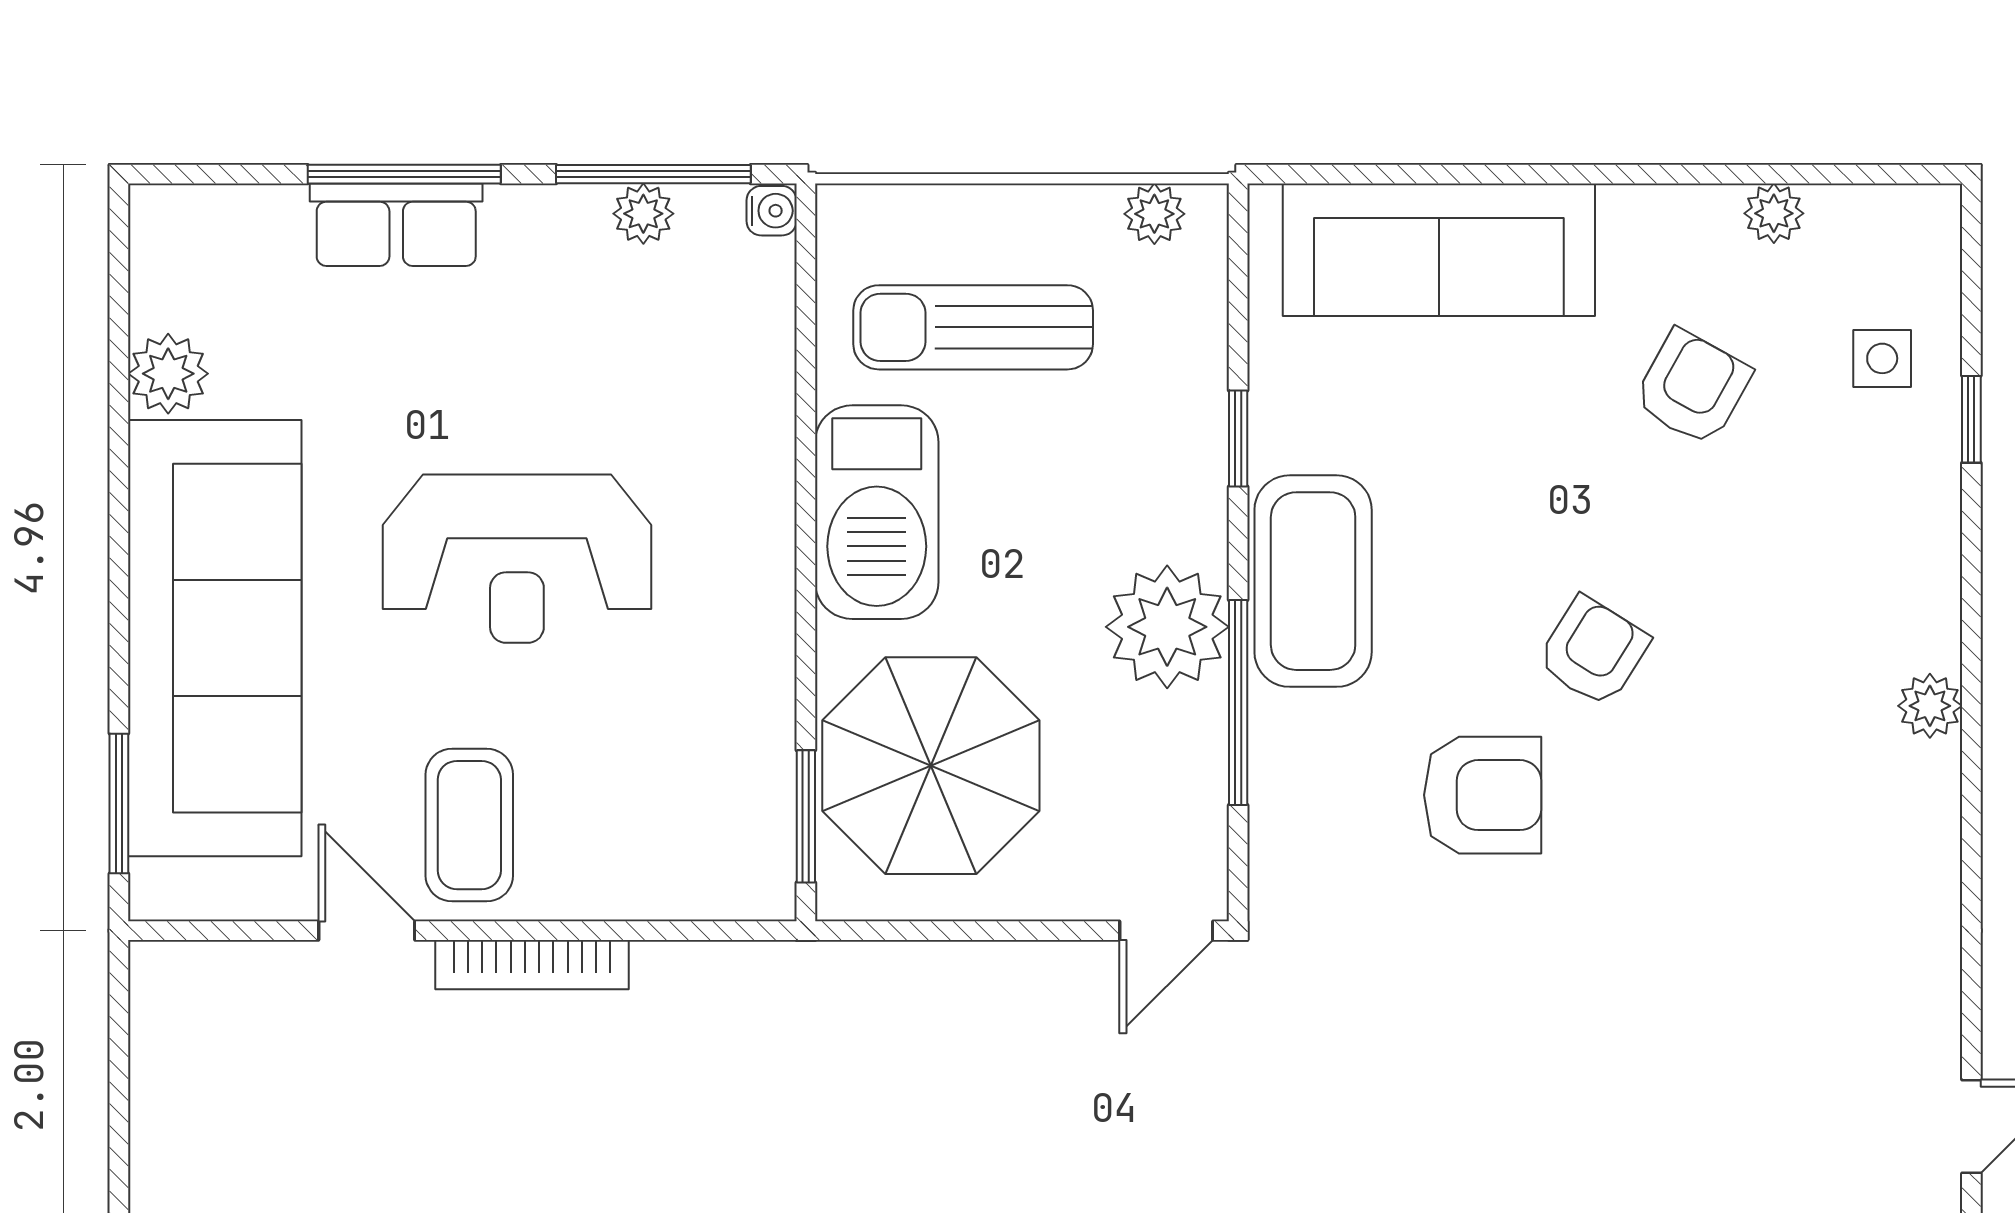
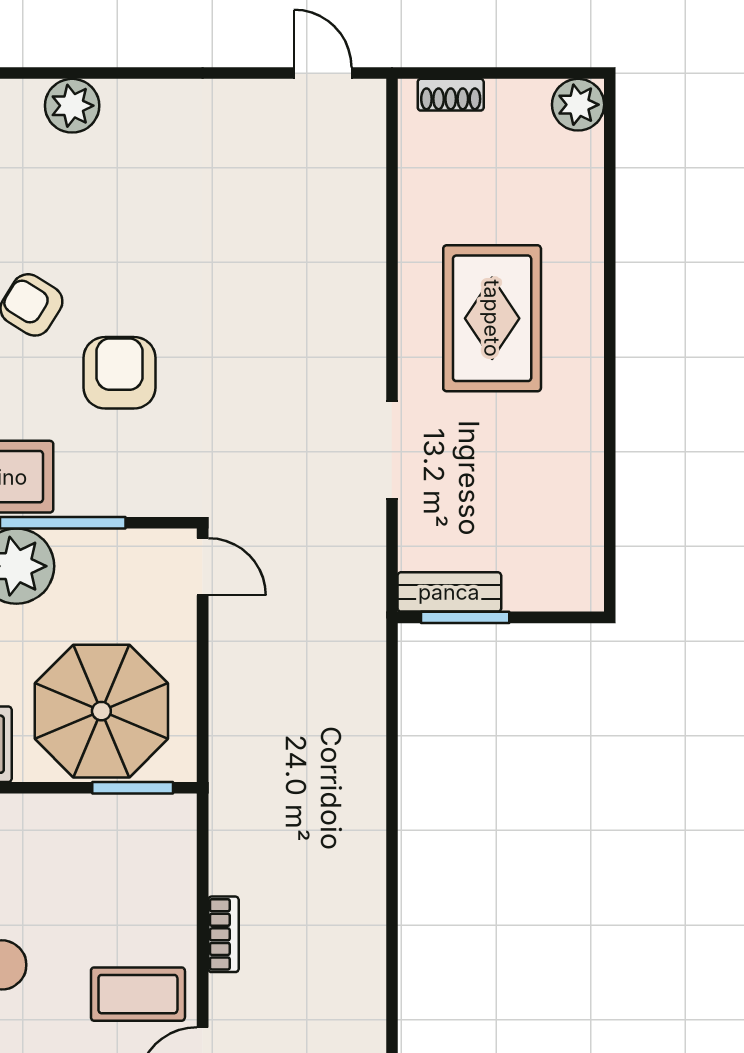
plant: (1930, 706) -> (72, 106), width x1.38, depth x1.38
bookcase: (532, 965) -> (223, 934), width x0.64

